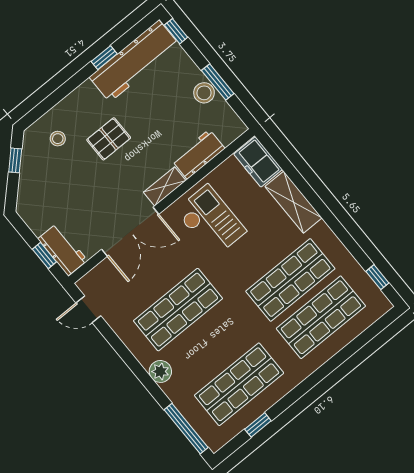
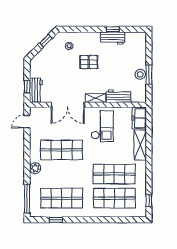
window: (176, 31) -> (149, 42), removed
workbench: (134, 61) -> (113, 38), width x0.53, depth x0.76
door: (88, 309) -> (27, 122), hinge flipped

